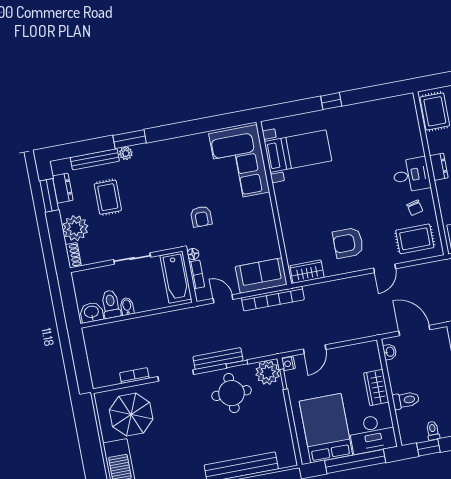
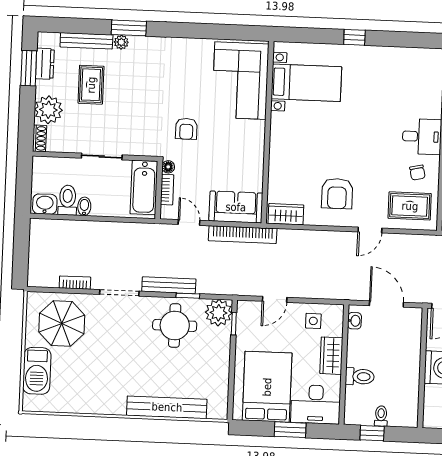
armchair: (348, 243) -> (337, 194), turned -90
side table: (353, 360) -> (313, 321), added
nightstand: (288, 364) -> (243, 308), removed
window: (355, 461) -> (290, 430), width x0.47

